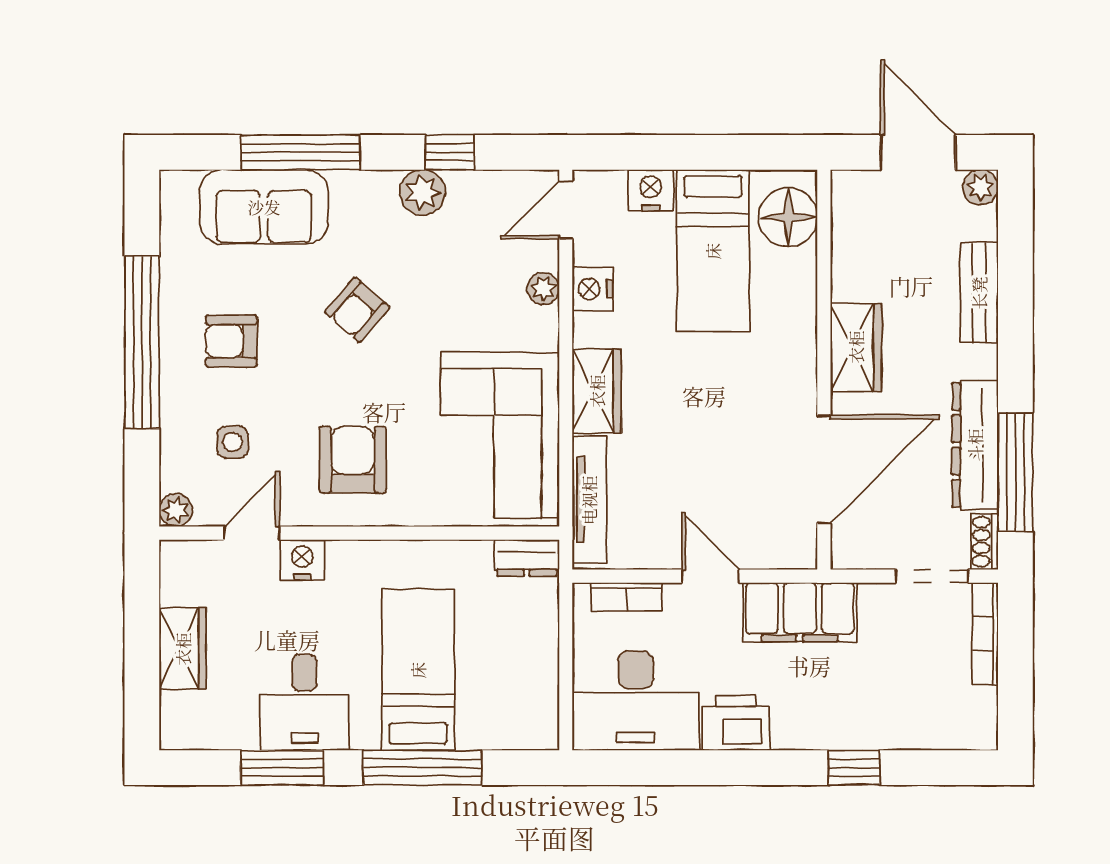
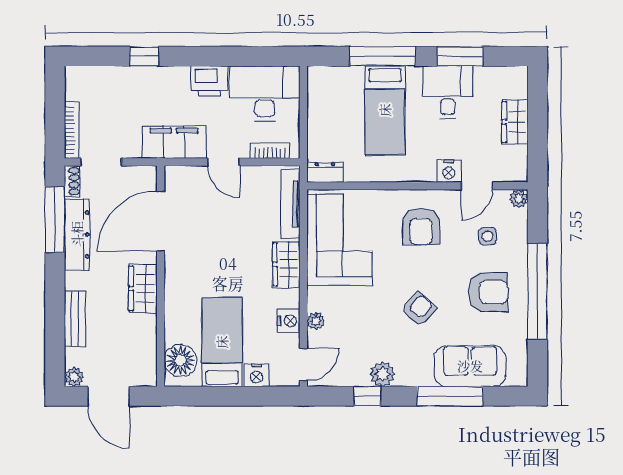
armchair: (232, 341) -> (488, 292), width x1.38, depth x1.38

